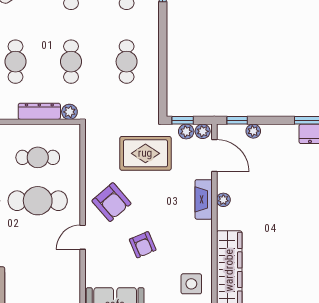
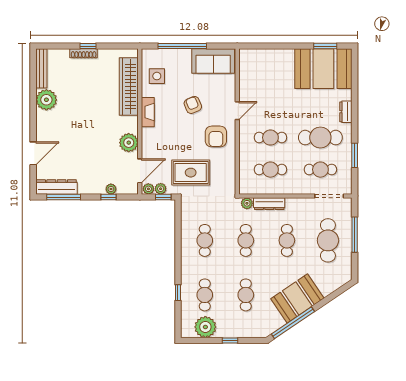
window: (237, 120) -> (109, 197), moved
door: (214, 156) -> (140, 171), swing flipped
fireplace: (204, 199) -> (148, 112), moved
plant: (223, 200) -> (129, 143), width x1.88, depth x1.88
cafe table: (38, 201) -> (270, 138), width x0.73, depth x0.74
armchair: (111, 202) -> (216, 136), turned -139

